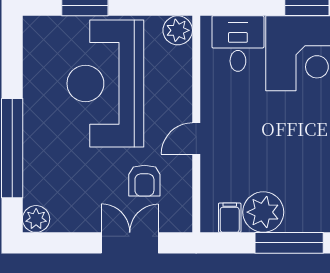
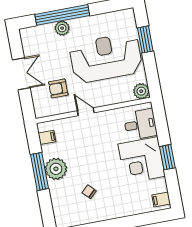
plant: (263, 212) -> (56, 169), moved
plant: (36, 219) -> (62, 28), moved
double door: (130, 243) -> (21, 74), moved

